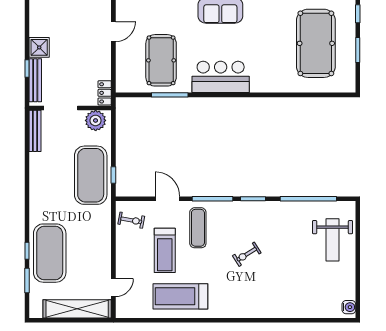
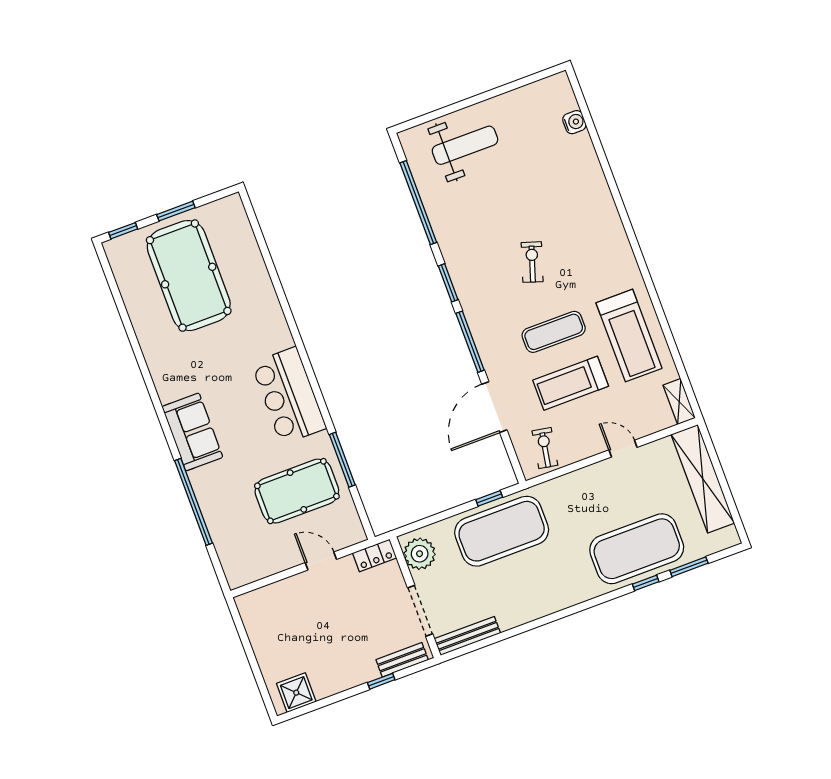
door: (113, 32) -> (321, 561), moved
pool table: (316, 43) -> (189, 276), turned 90
shower: (39, 47) -> (296, 693), moved
bench: (35, 80) -> (402, 660), width x0.73
door: (167, 199) -> (494, 407), width x1.36
exercise mat: (198, 228) -> (554, 332), moved
treadmill: (165, 250) -> (571, 383), turned 180
exercise bike: (247, 254) -> (532, 262), turned -130
door: (113, 288) -> (623, 449), moved
water cooler: (349, 307) -> (574, 122), moved, turned 90
shelving: (129, 312) -> (679, 402), added

